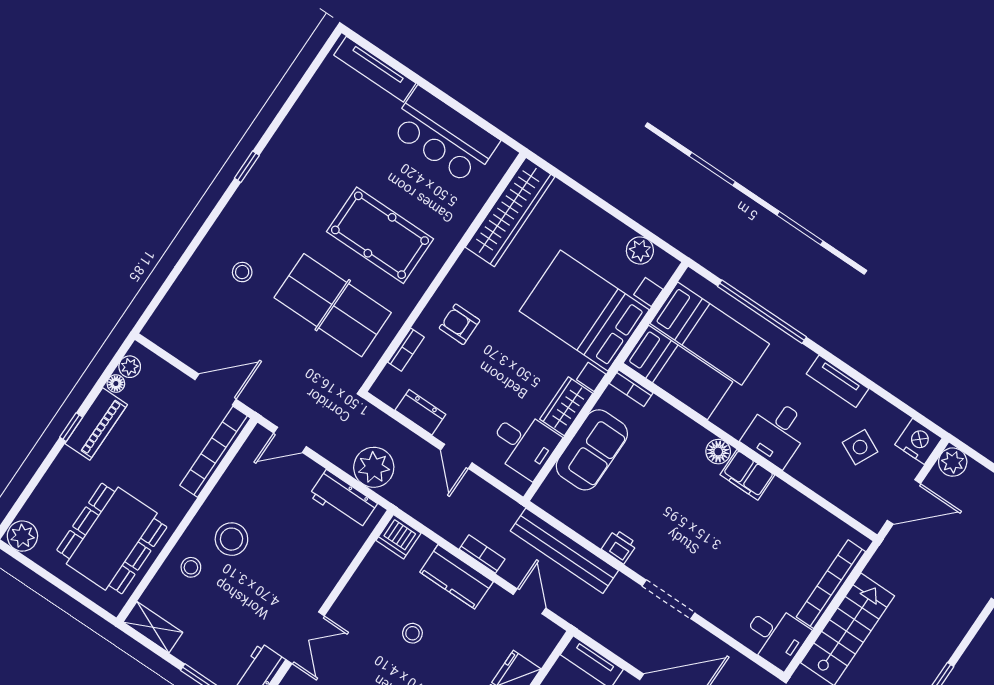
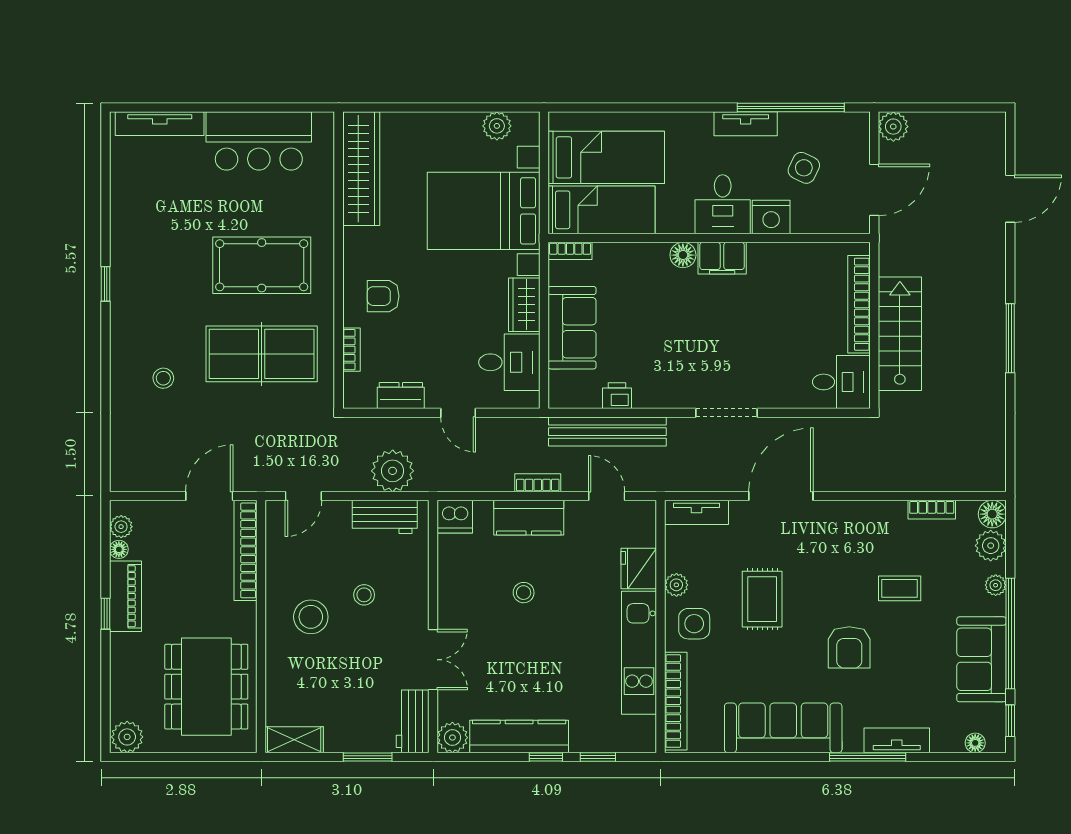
window: (762, 312) -> (791, 108), moved
nightstand: (918, 441) -> (771, 217), moved, turned 180
printer: (619, 546) -> (617, 396), moved
stool: (191, 567) -> (364, 595), moved

